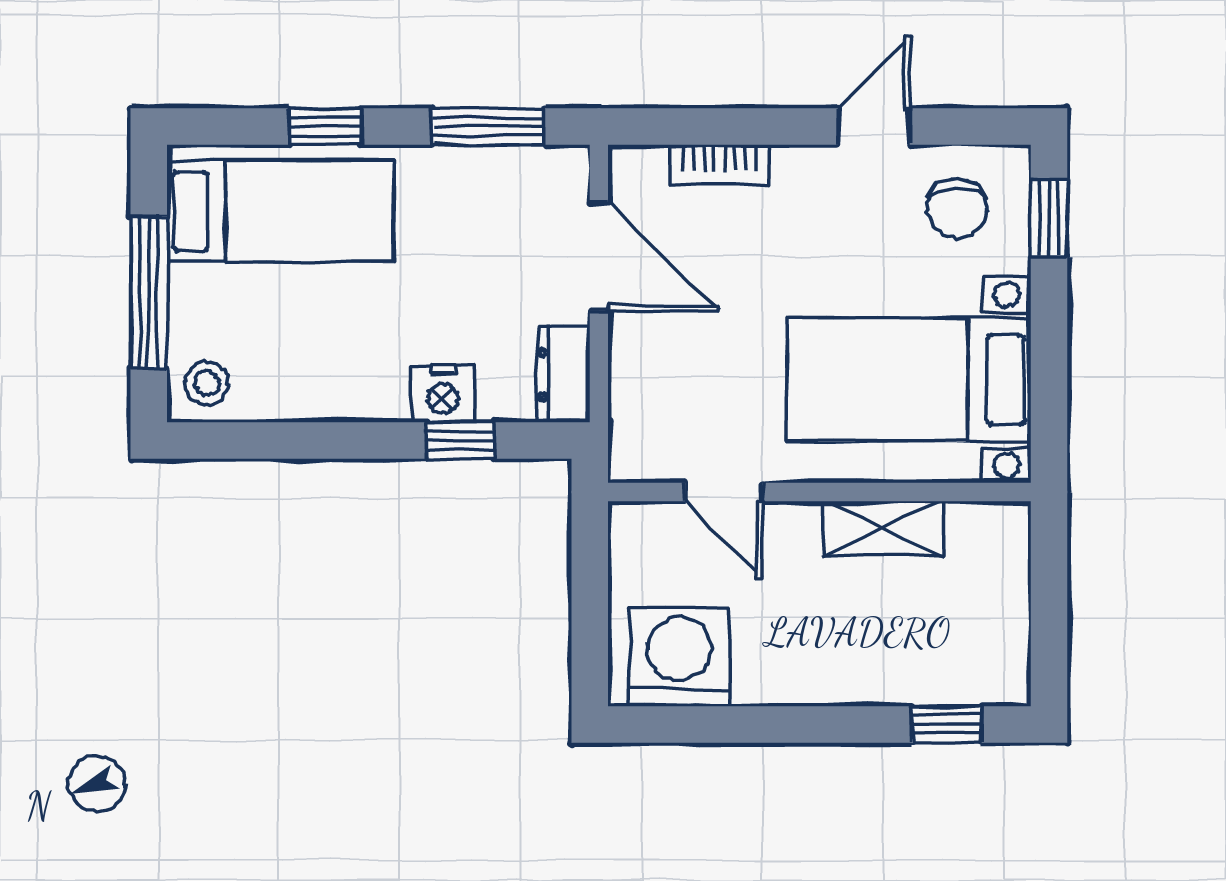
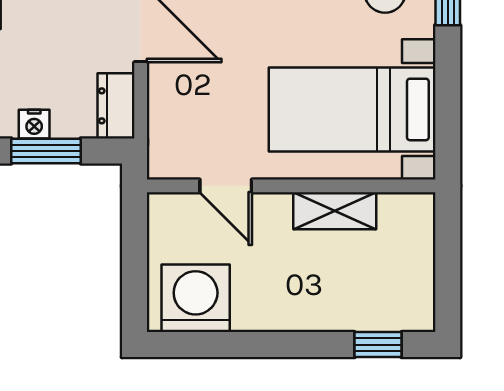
nightstand: (443, 394) -> (34, 124), width x0.72, depth x0.74
window: (460, 441) -> (46, 151), width x1.50

